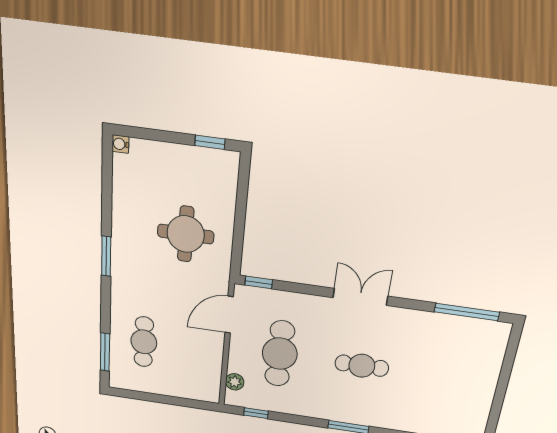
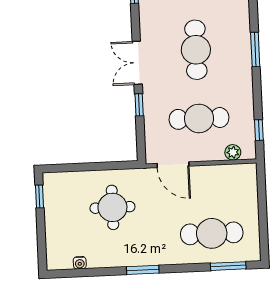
water cooler: (120, 144) -> (80, 263), moved
window: (259, 282) -> (139, 105), moved
cafe table: (144, 342) -> (212, 233), width x1.37, depth x1.35
cafe table: (362, 366) -> (196, 50), width x1.37, depth x1.35

